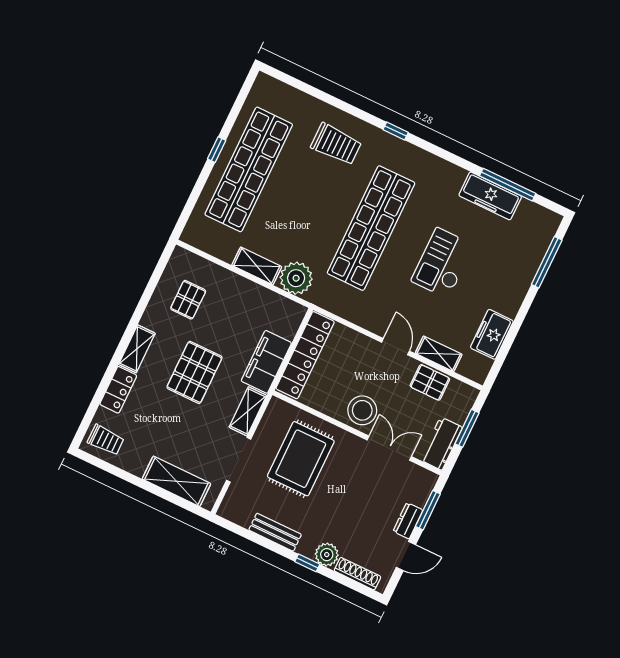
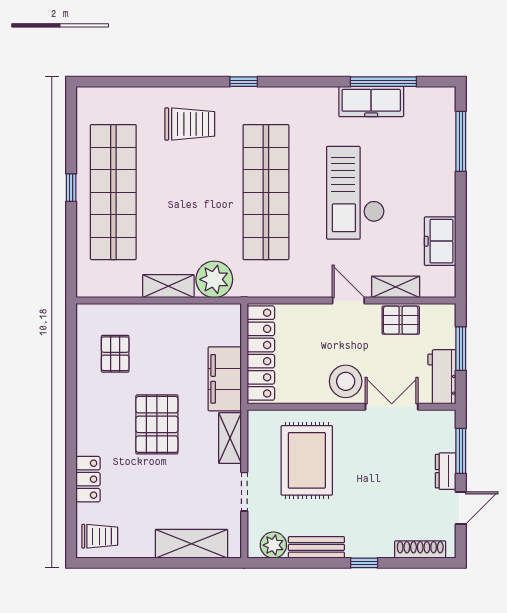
checkout: (443, 263) -> (355, 193), width x1.36, depth x1.21
shelving: (137, 349) -> (87, 429), removed
doorway: (239, 460) -> (244, 492), width x0.73
plant: (327, 555) -> (273, 545), moved

